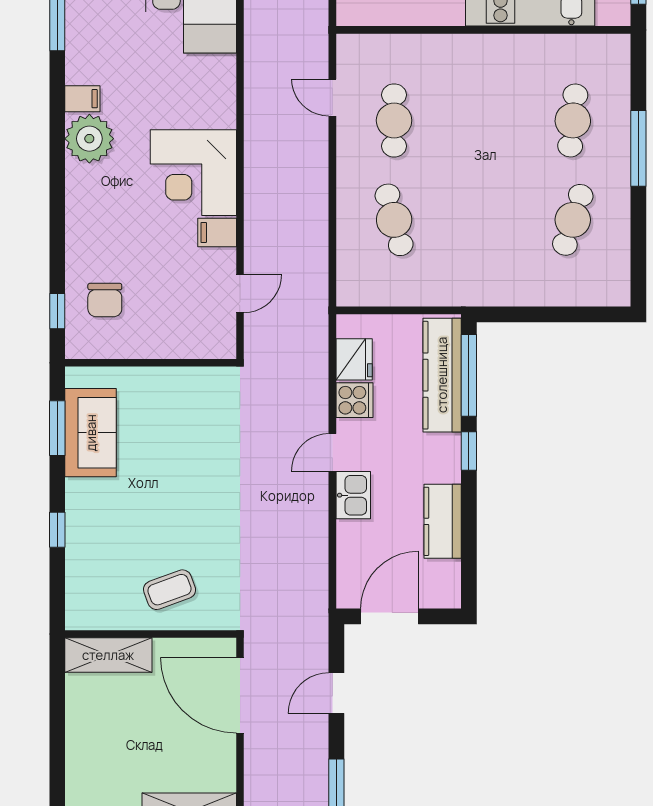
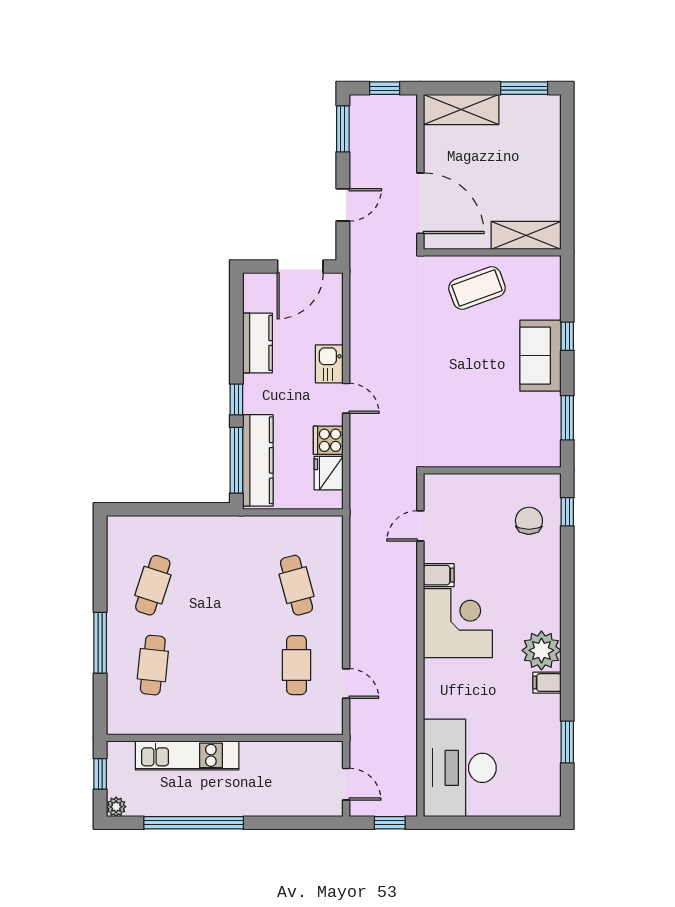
sofa: (91, 433) -> (540, 356), moved
door: (332, 452) -> (346, 398), hinge flipped
coffee table: (170, 590) -> (477, 288), width x1.36, depth x1.30

